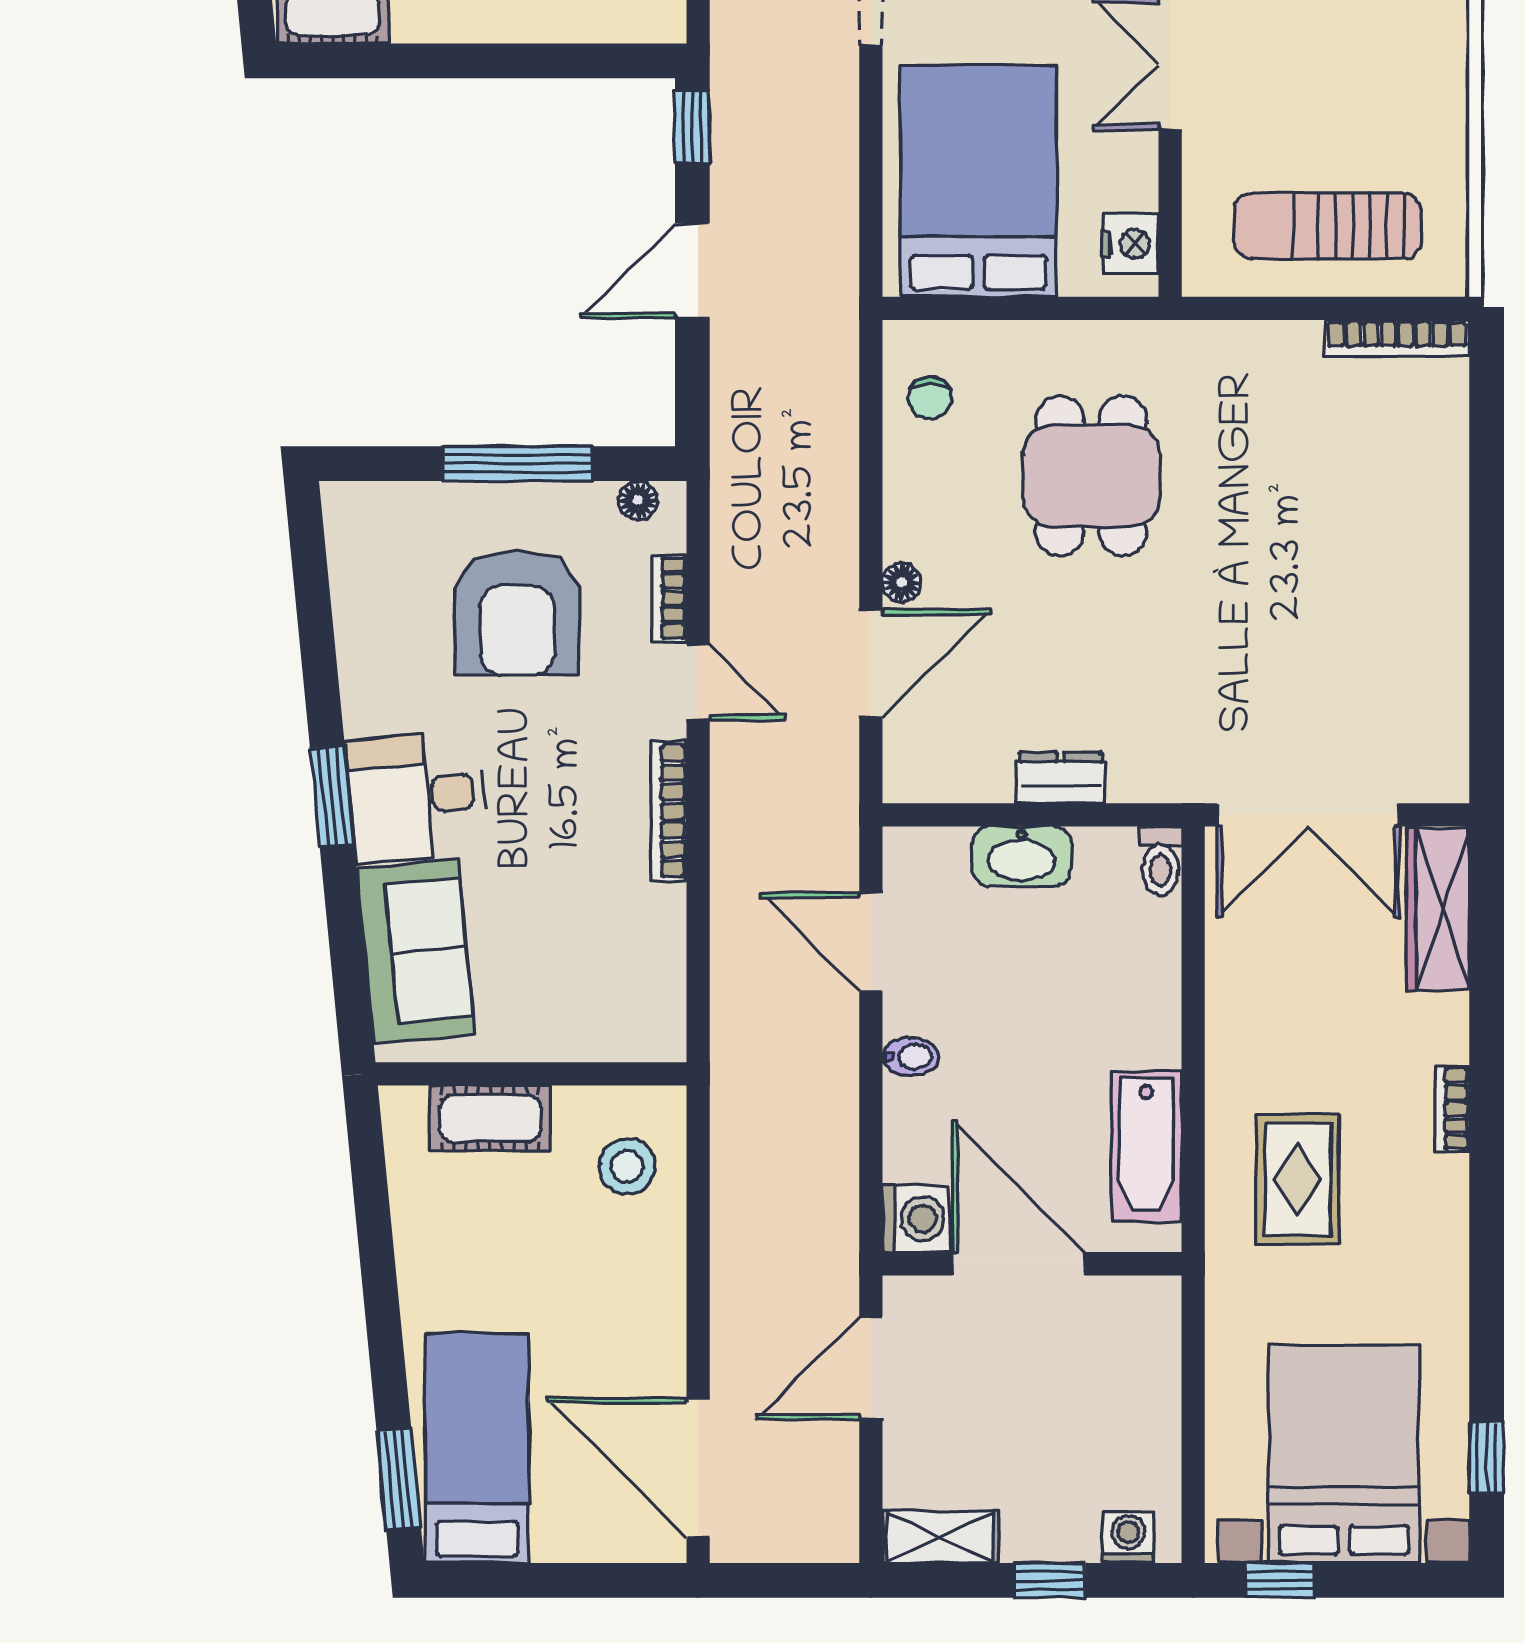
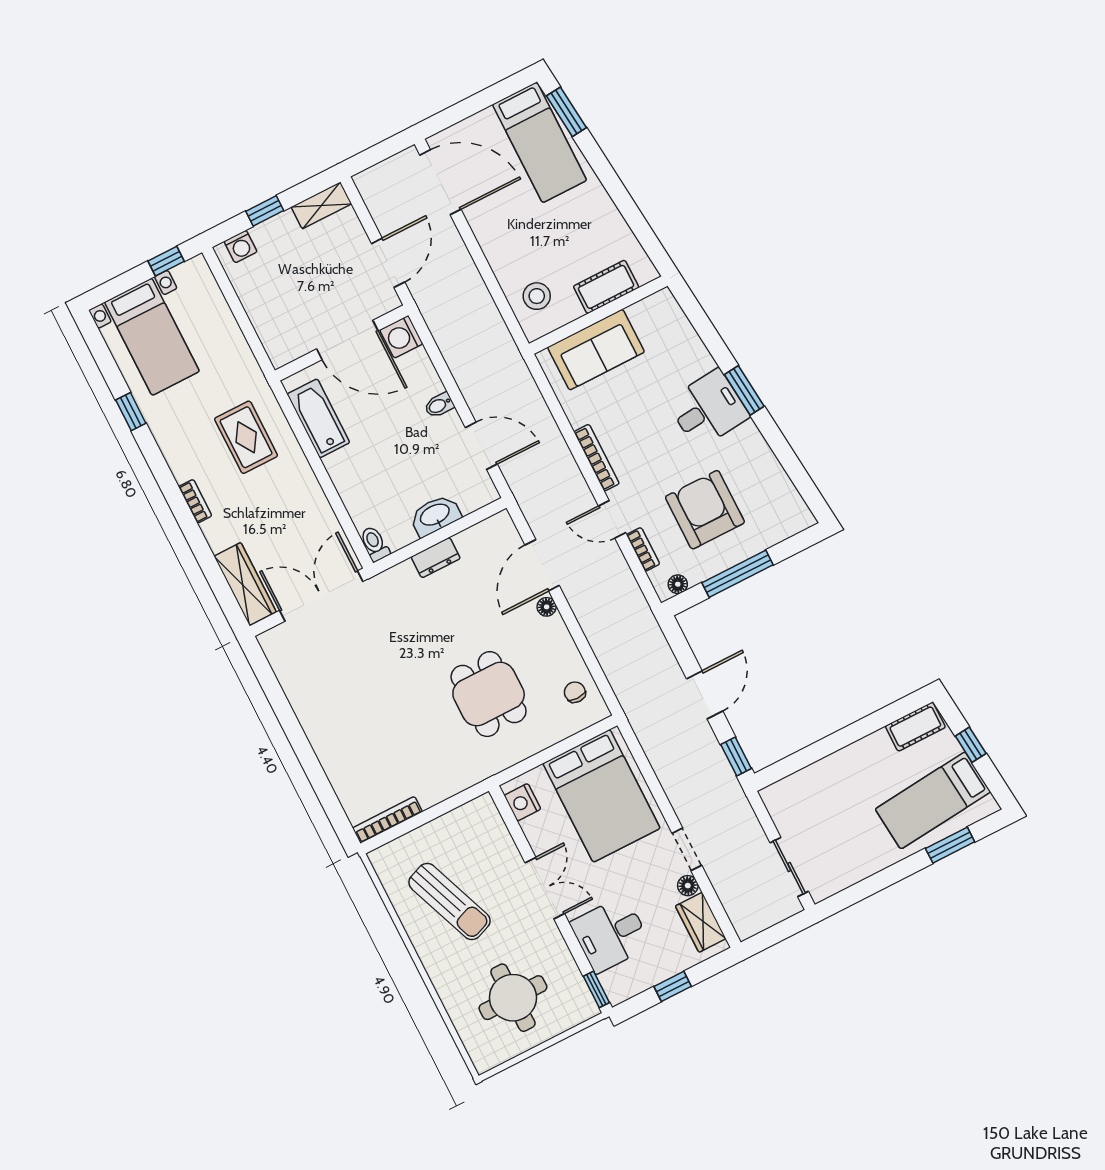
sun lounger: (1327, 226) -> (450, 902), moved, turned 69
sofa: (416, 951) -> (596, 350), moved, turned -84
bed with nightstands: (1344, 1454) -> (152, 337), width x0.73
window: (1487, 1457) -> (131, 412), moved

